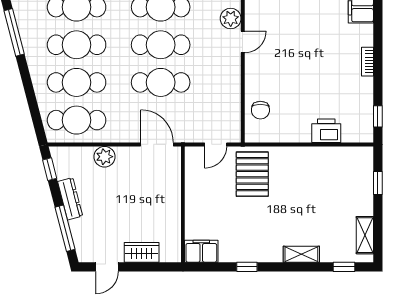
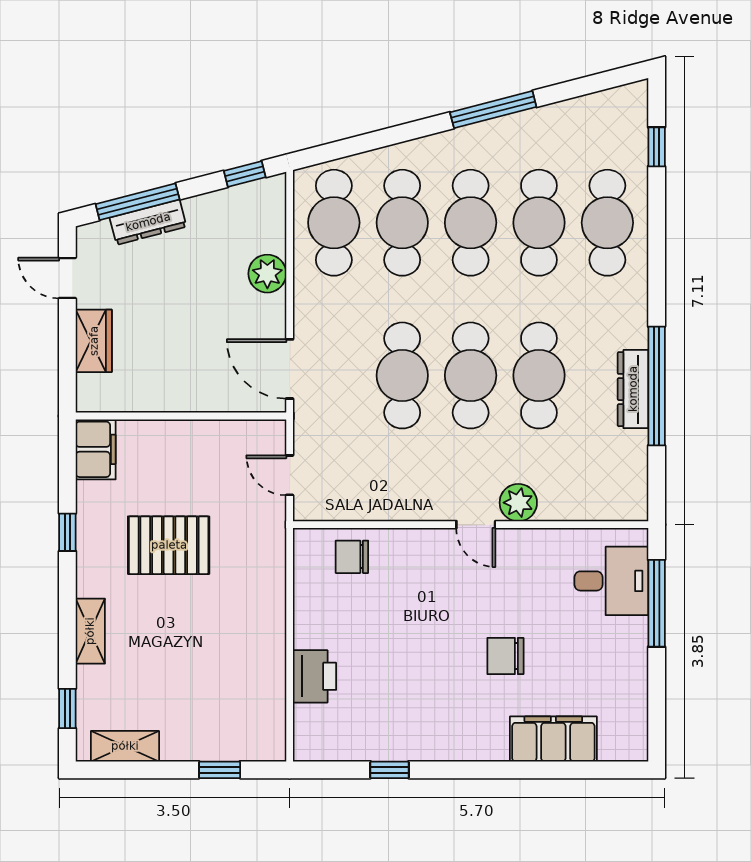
chair: (315, 26) -> (505, 656), added
bookcase: (367, 62) -> (440, 751), removed
window: (378, 116) -> (390, 770), moved
door: (157, 144) -> (290, 369), swing flipped
pallet: (252, 174) -> (169, 545), moved
dresser: (70, 199) -> (148, 222), moved

